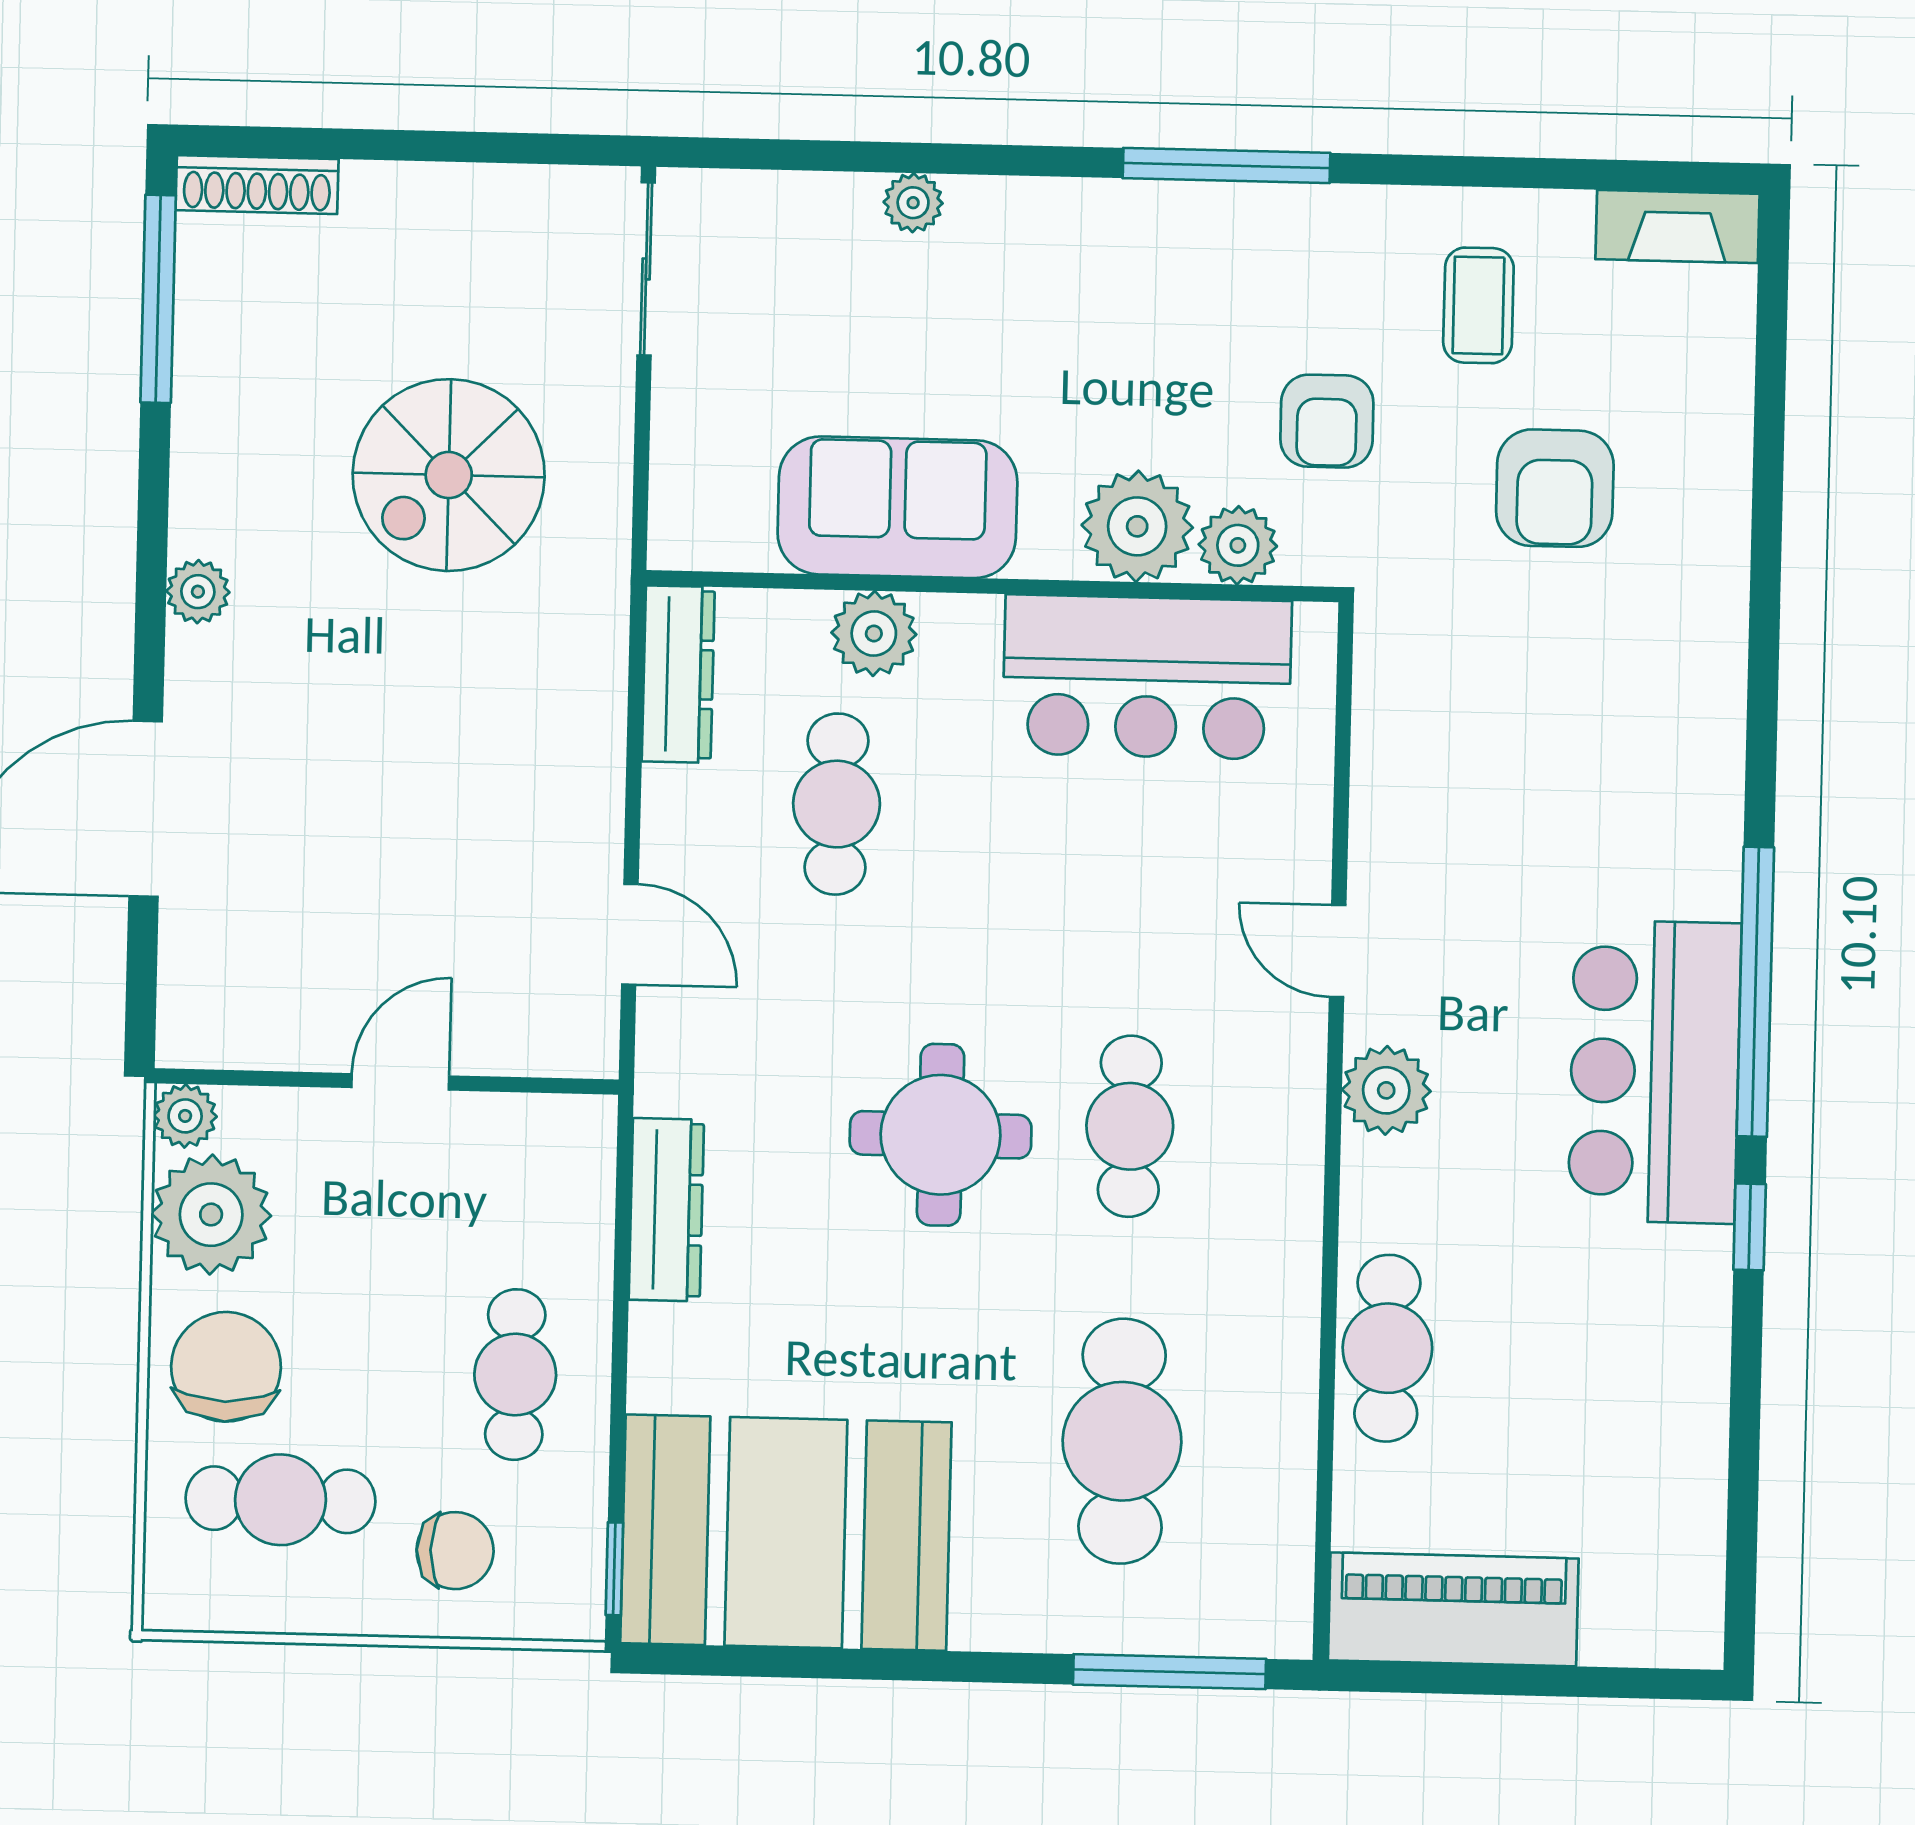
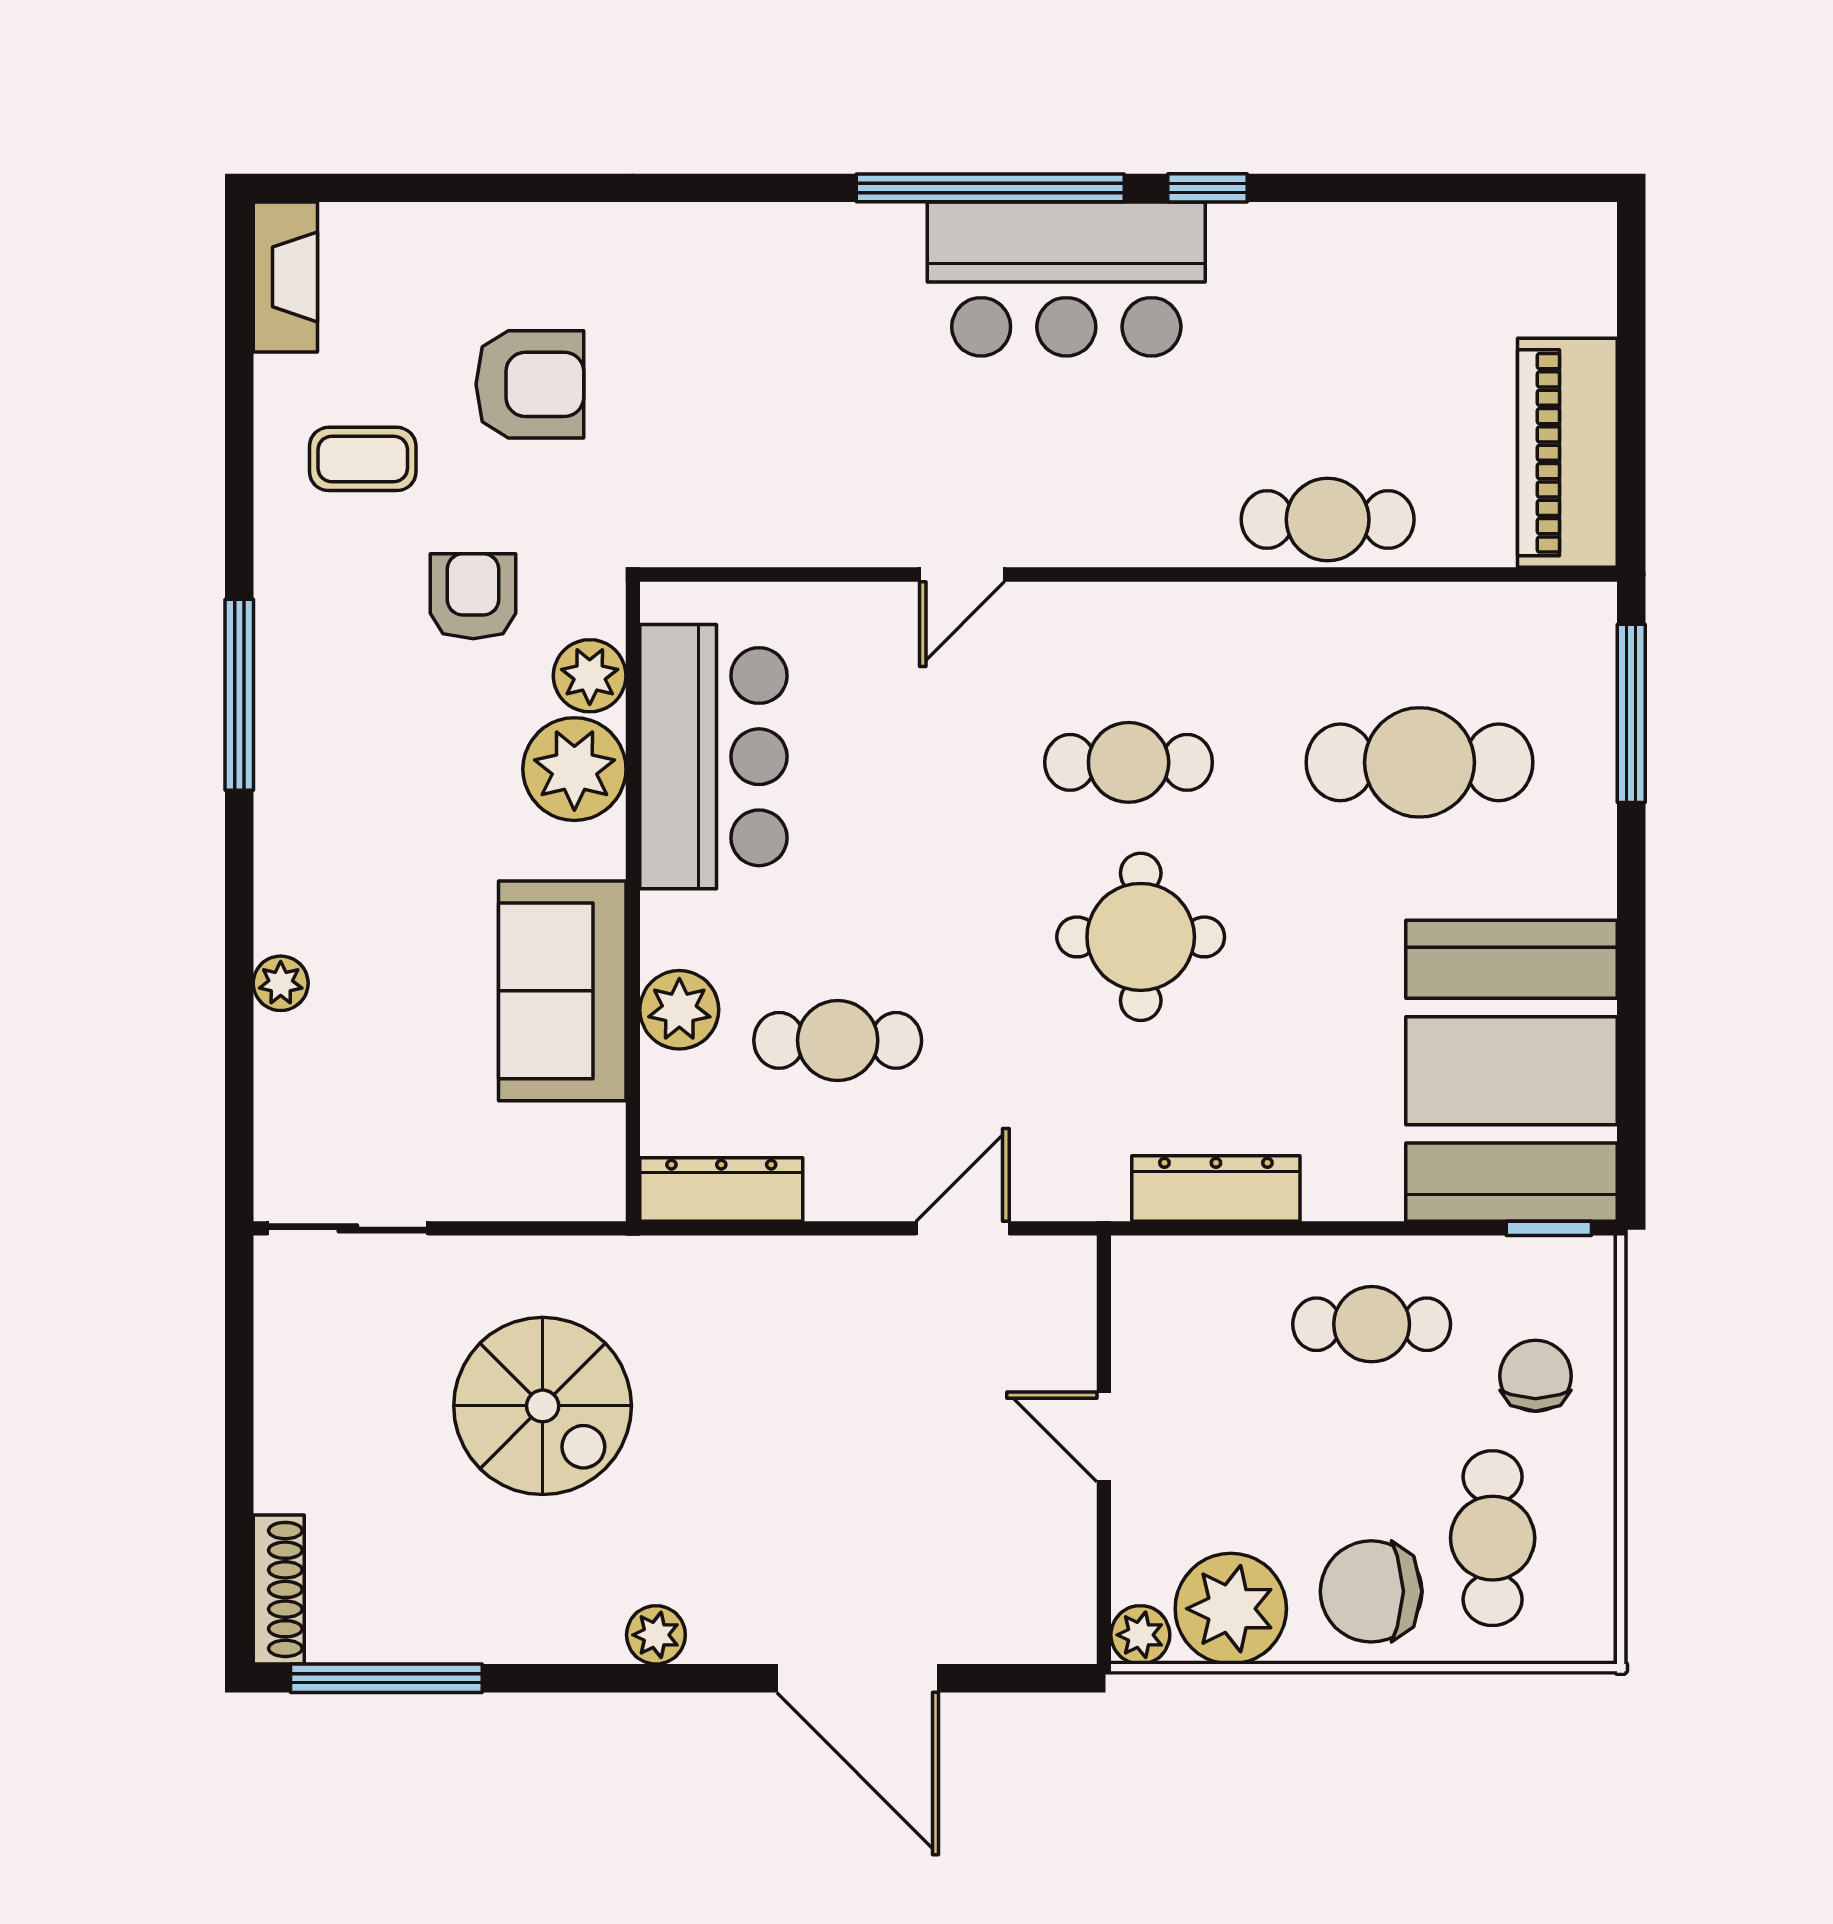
armchair: (1327, 421) -> (473, 596), turned -90
plant: (1386, 1090) -> (1090, 526), removed

